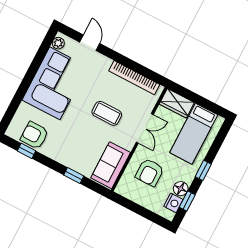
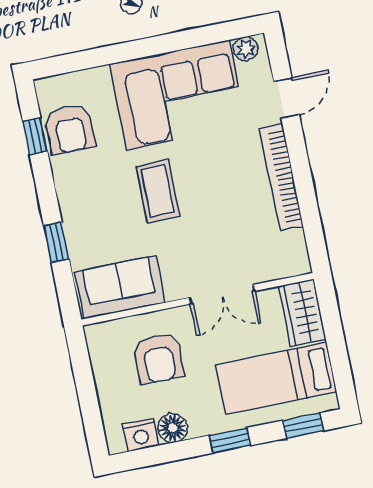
bookcase: (134, 78) -> (281, 177), moved
coffee table: (107, 113) -> (158, 191), moved
armchair: (34, 135) -> (70, 129), turned 180
armchair: (150, 172) -> (159, 358), turned -90
window: (187, 201) -> (303, 426), moved

